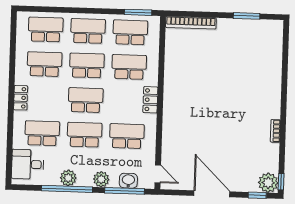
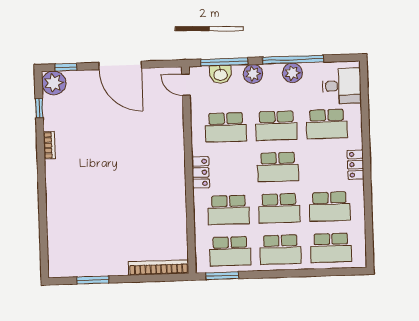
window: (281, 182) -> (39, 108), moved

